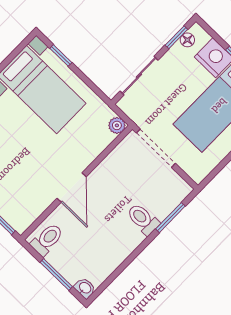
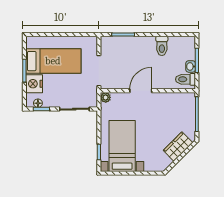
door: (72, 188) -> (141, 91), moved
toilet: (143, 219) -> (162, 46), moved
washbasin: (85, 288) -> (191, 66), moved

